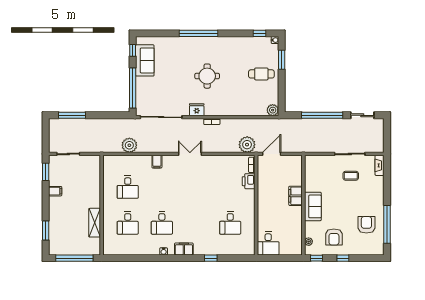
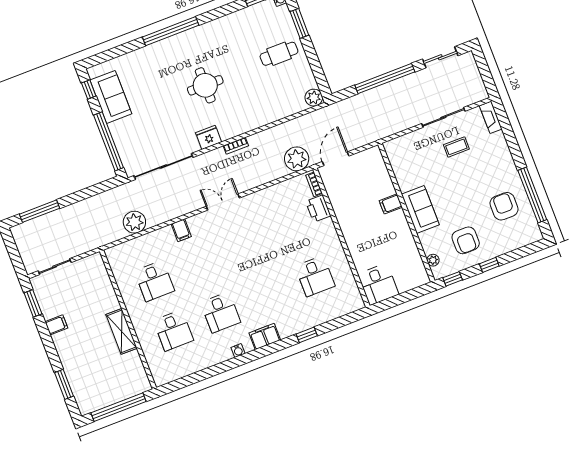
filing cabinet: (295, 196) -> (391, 204), width x0.50
shelving: (95, 223) -> (121, 331), moved

